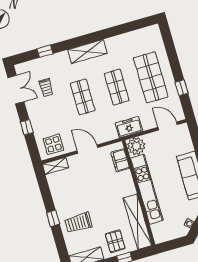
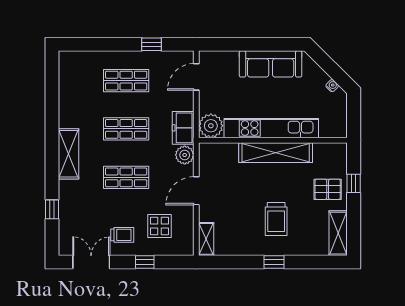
shop shelf: (151, 77) -> (126, 81), width x0.70, depth x0.74
trolley: (46, 88) -> (122, 235), moved
plant: (110, 134) -> (185, 155), added
display table: (53, 144) -> (159, 226), moved
filing cabinet: (120, 160) -> (223, 152), removed
shelving: (137, 222) -> (276, 153), moved
trolley: (78, 223) -> (276, 219), moved

